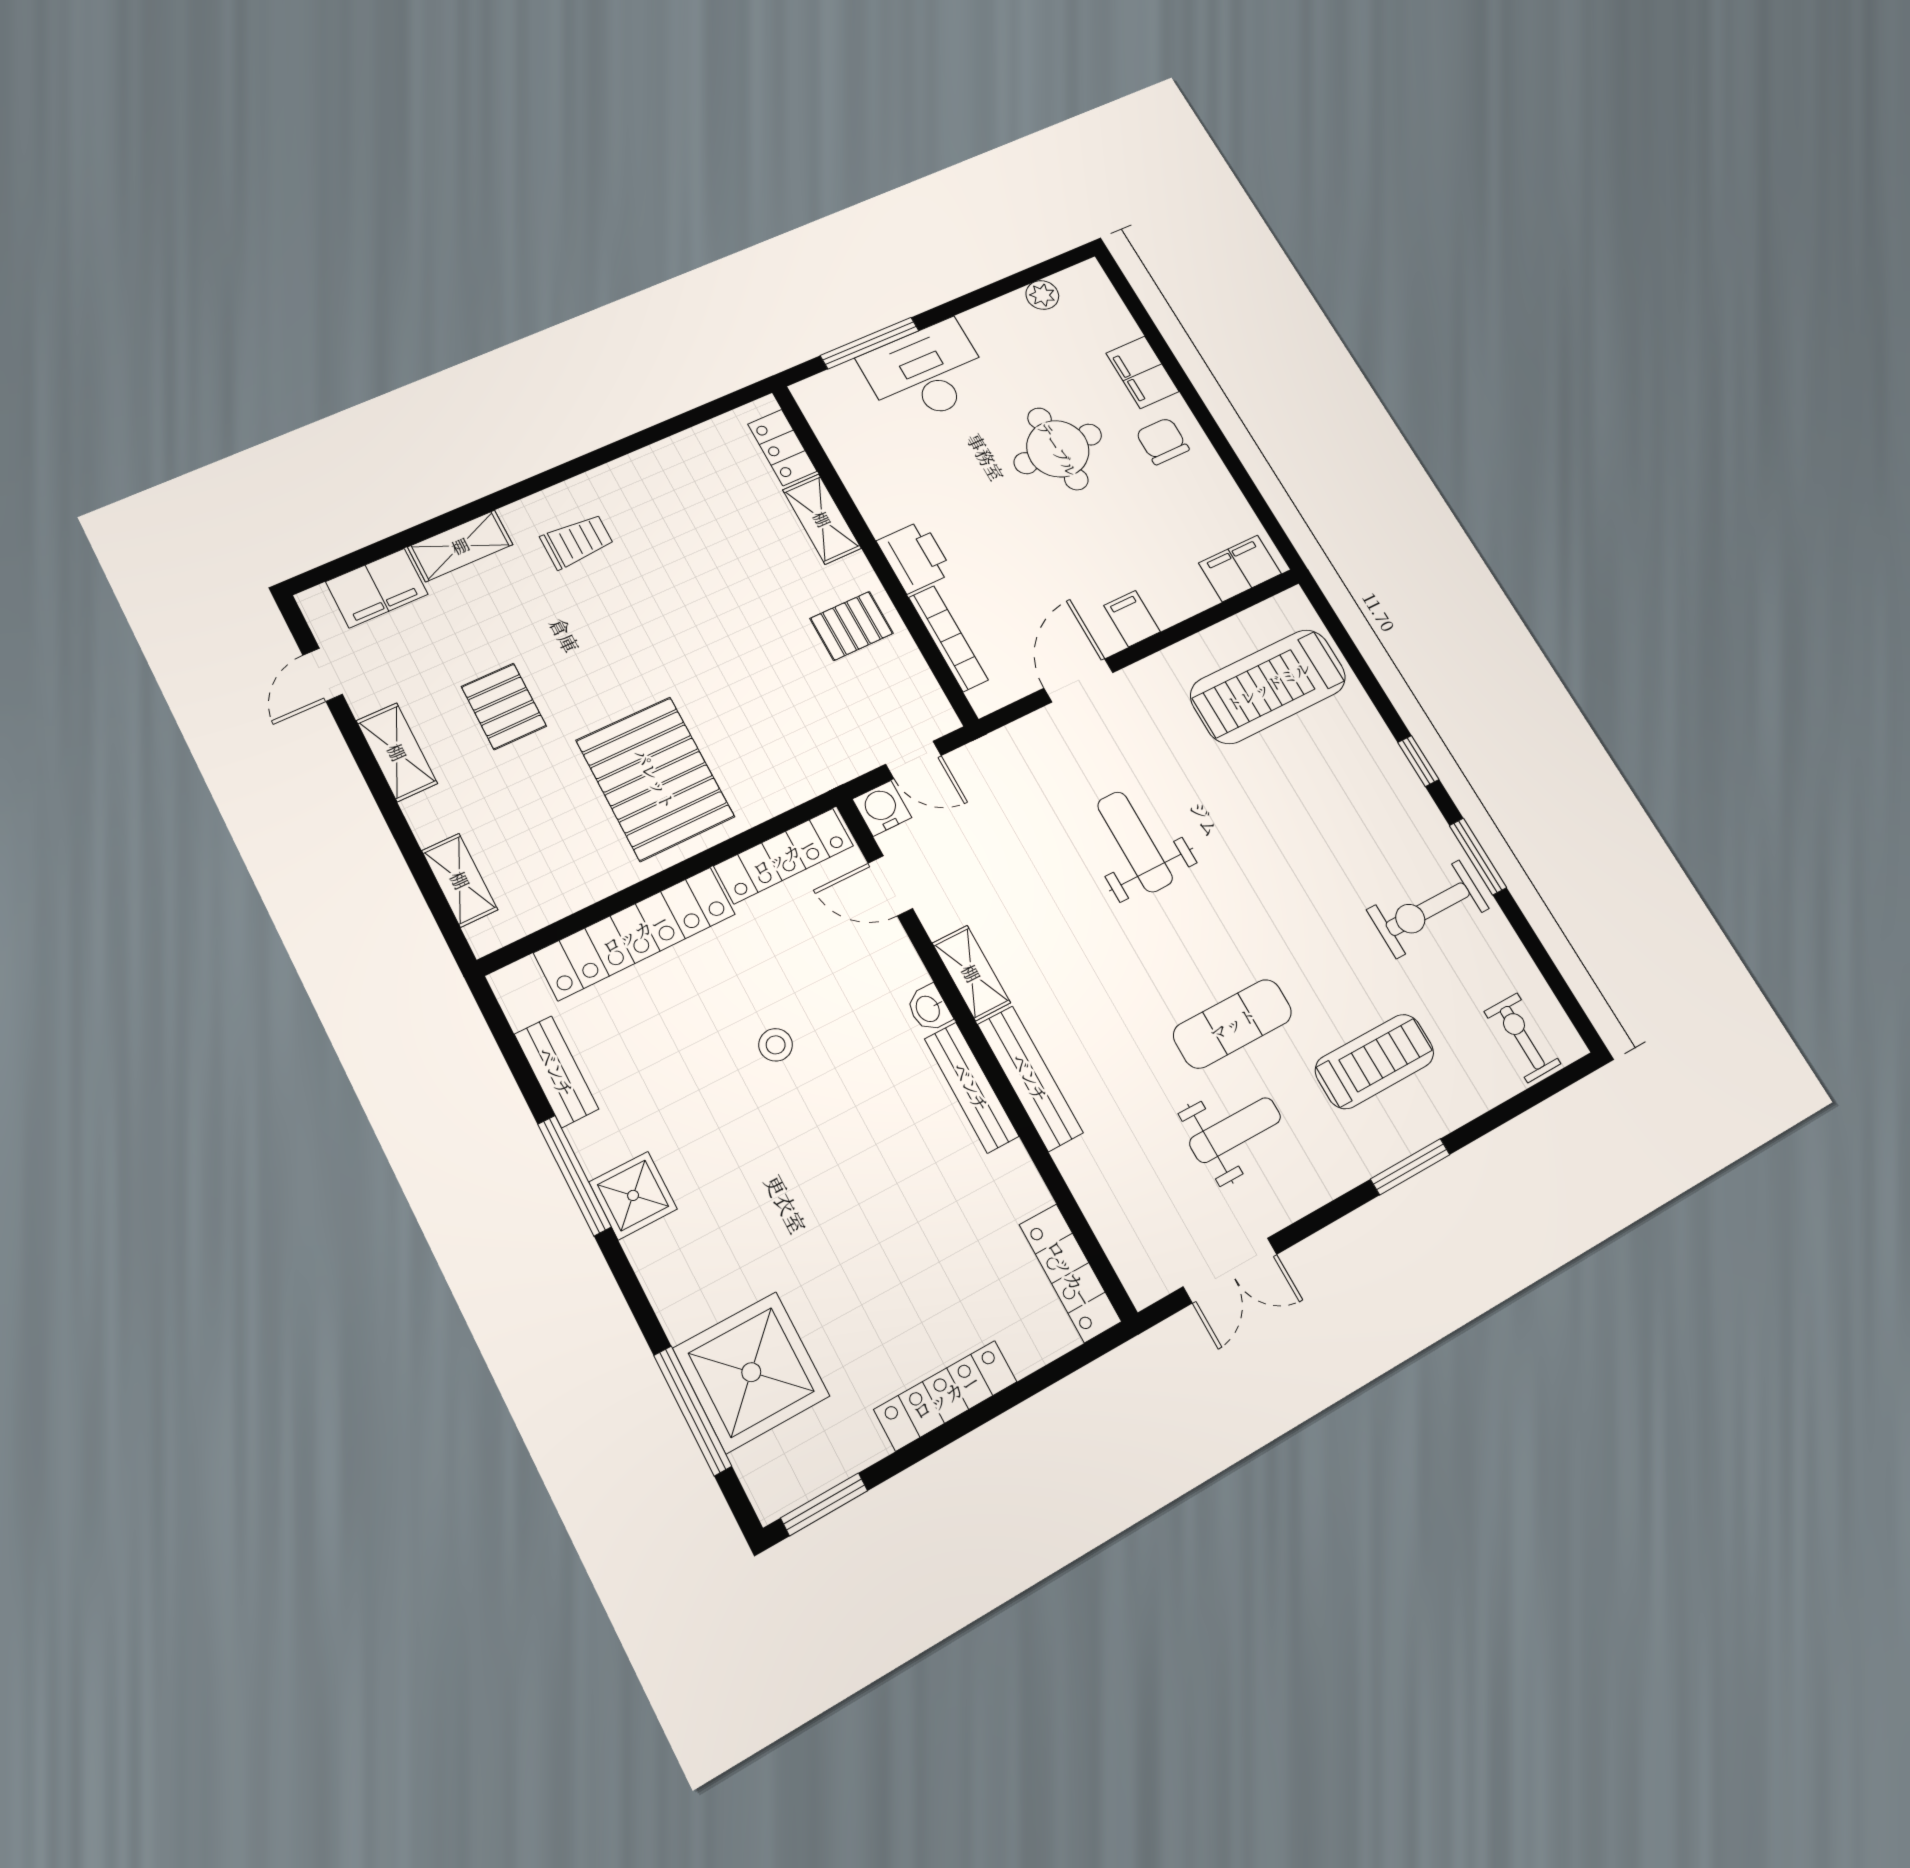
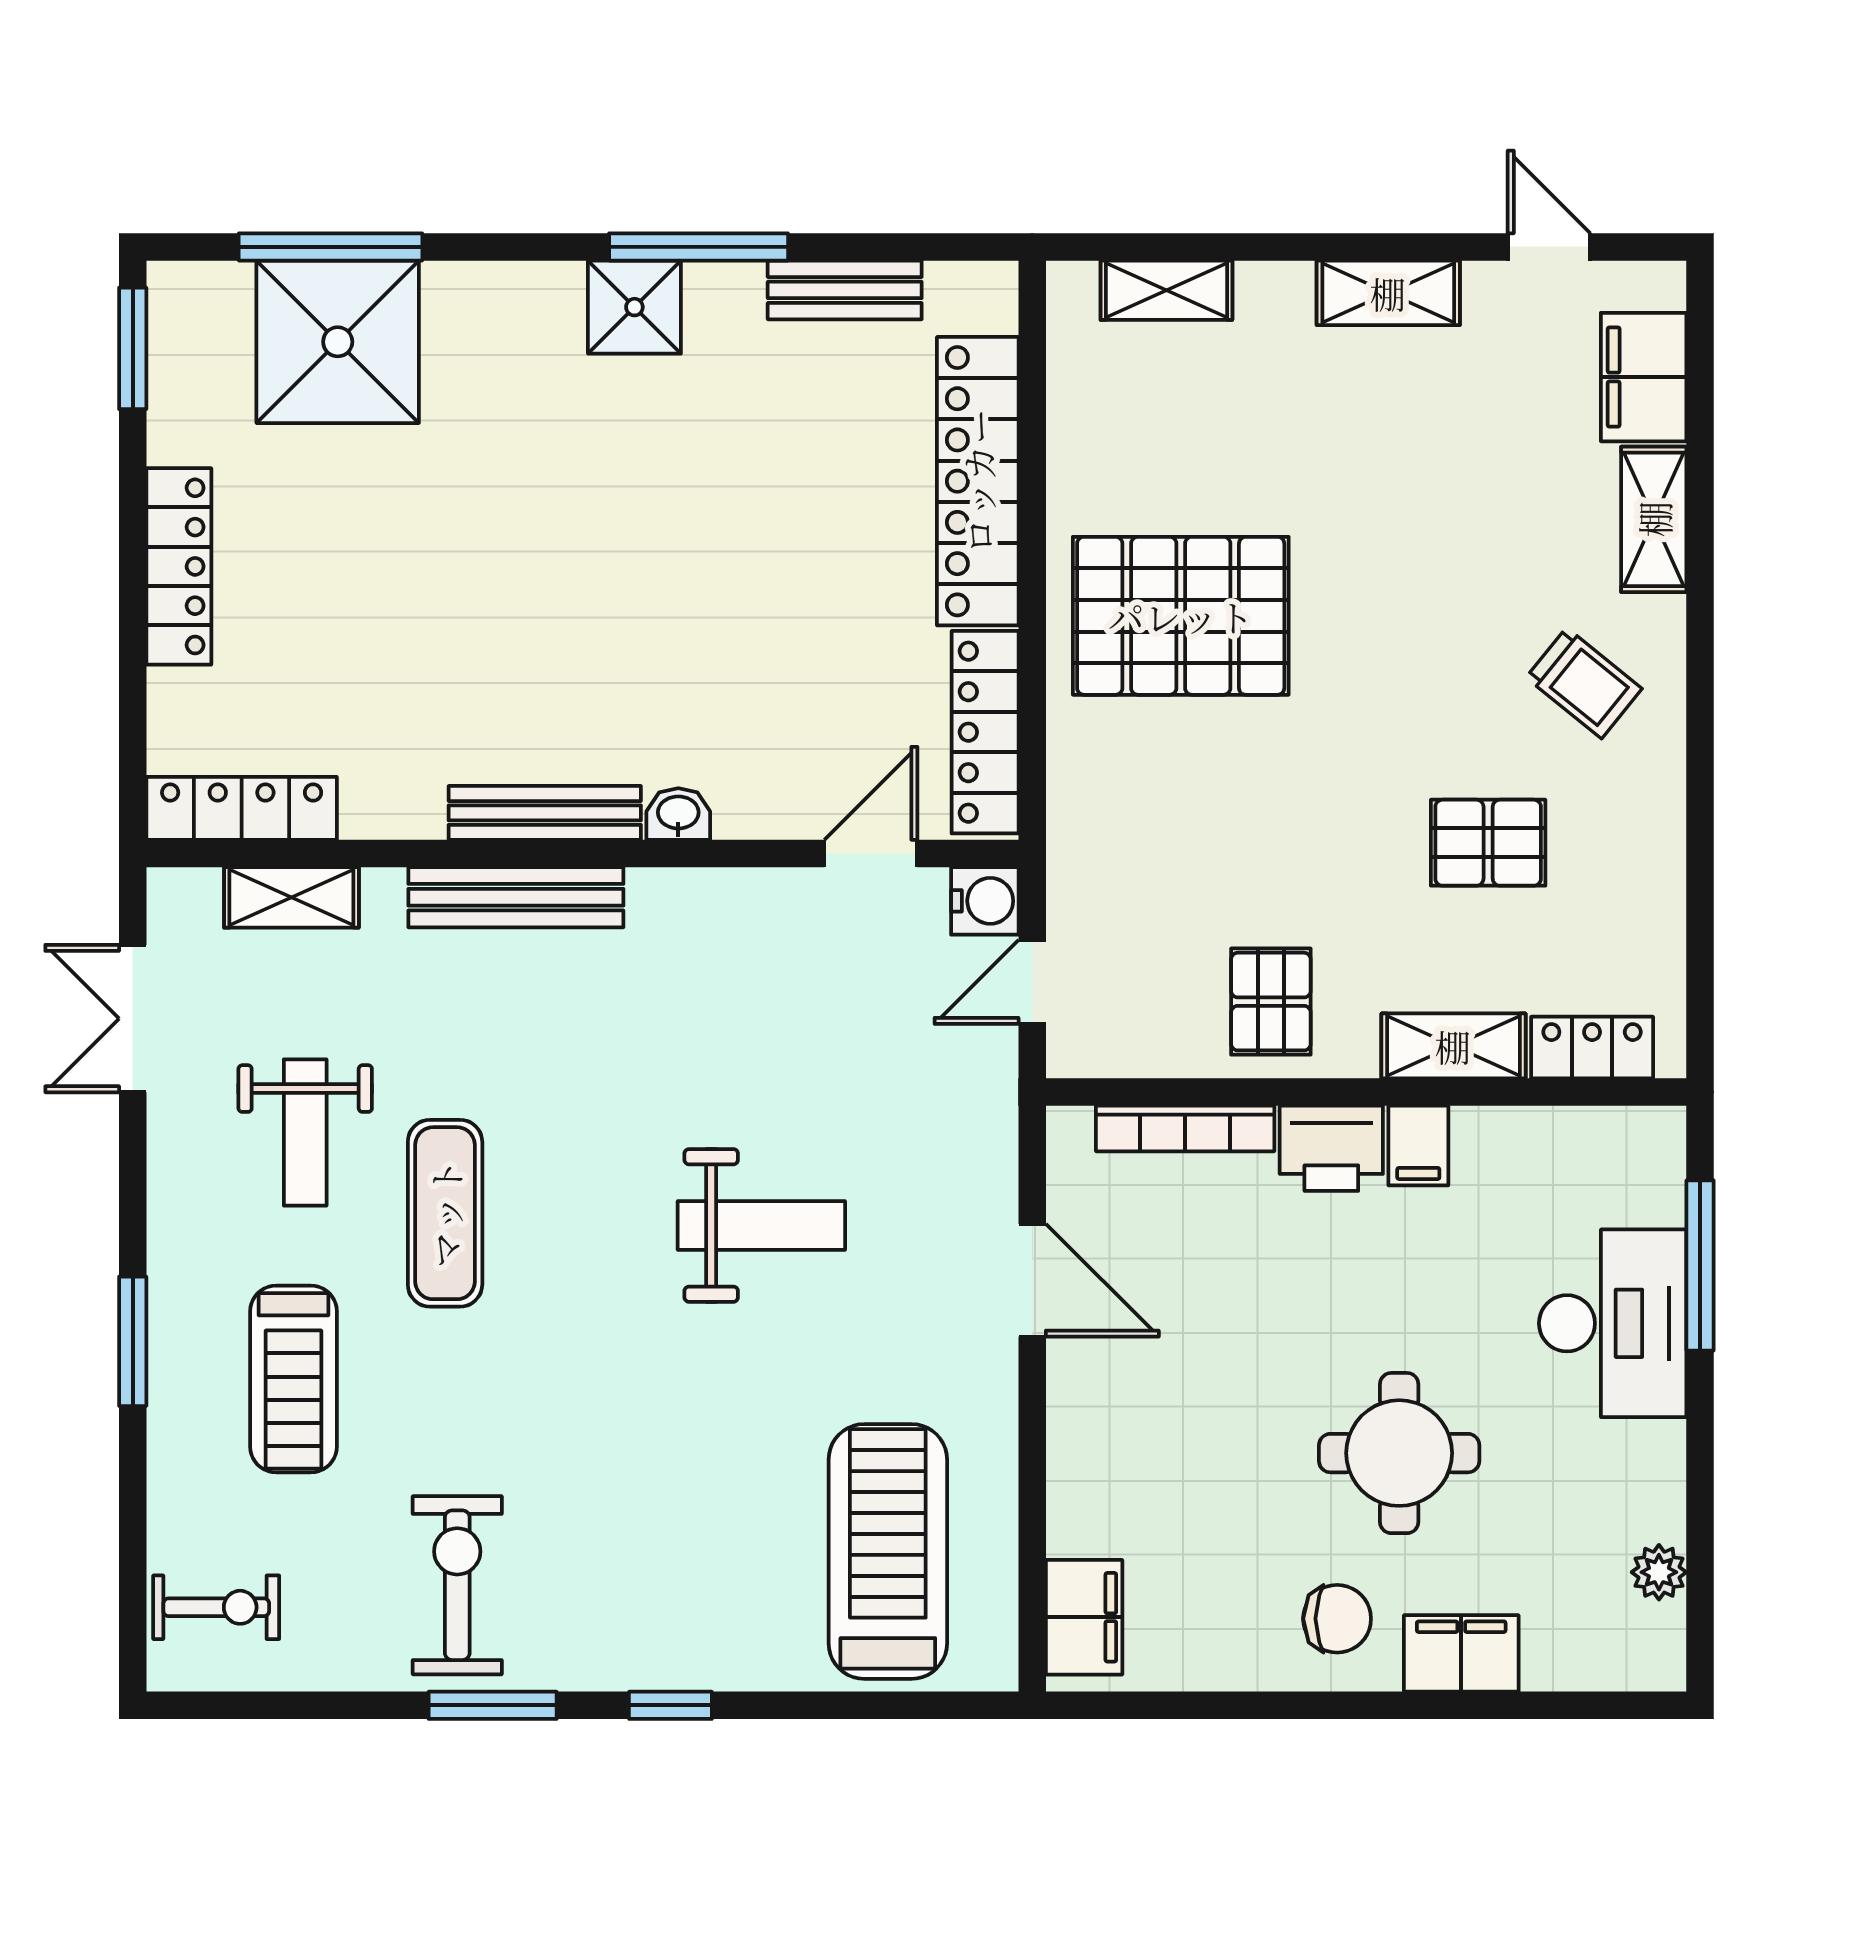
trolley: (577, 541) -> (1584, 683), turned -51
filing cabinet: (1132, 619) -> (1418, 1146), moved, turned 90
pallet: (504, 706) -> (1488, 843), moved
shelving: (971, 973) -> (291, 897), moved
stool: (776, 1045) -> (734, 587), removed

